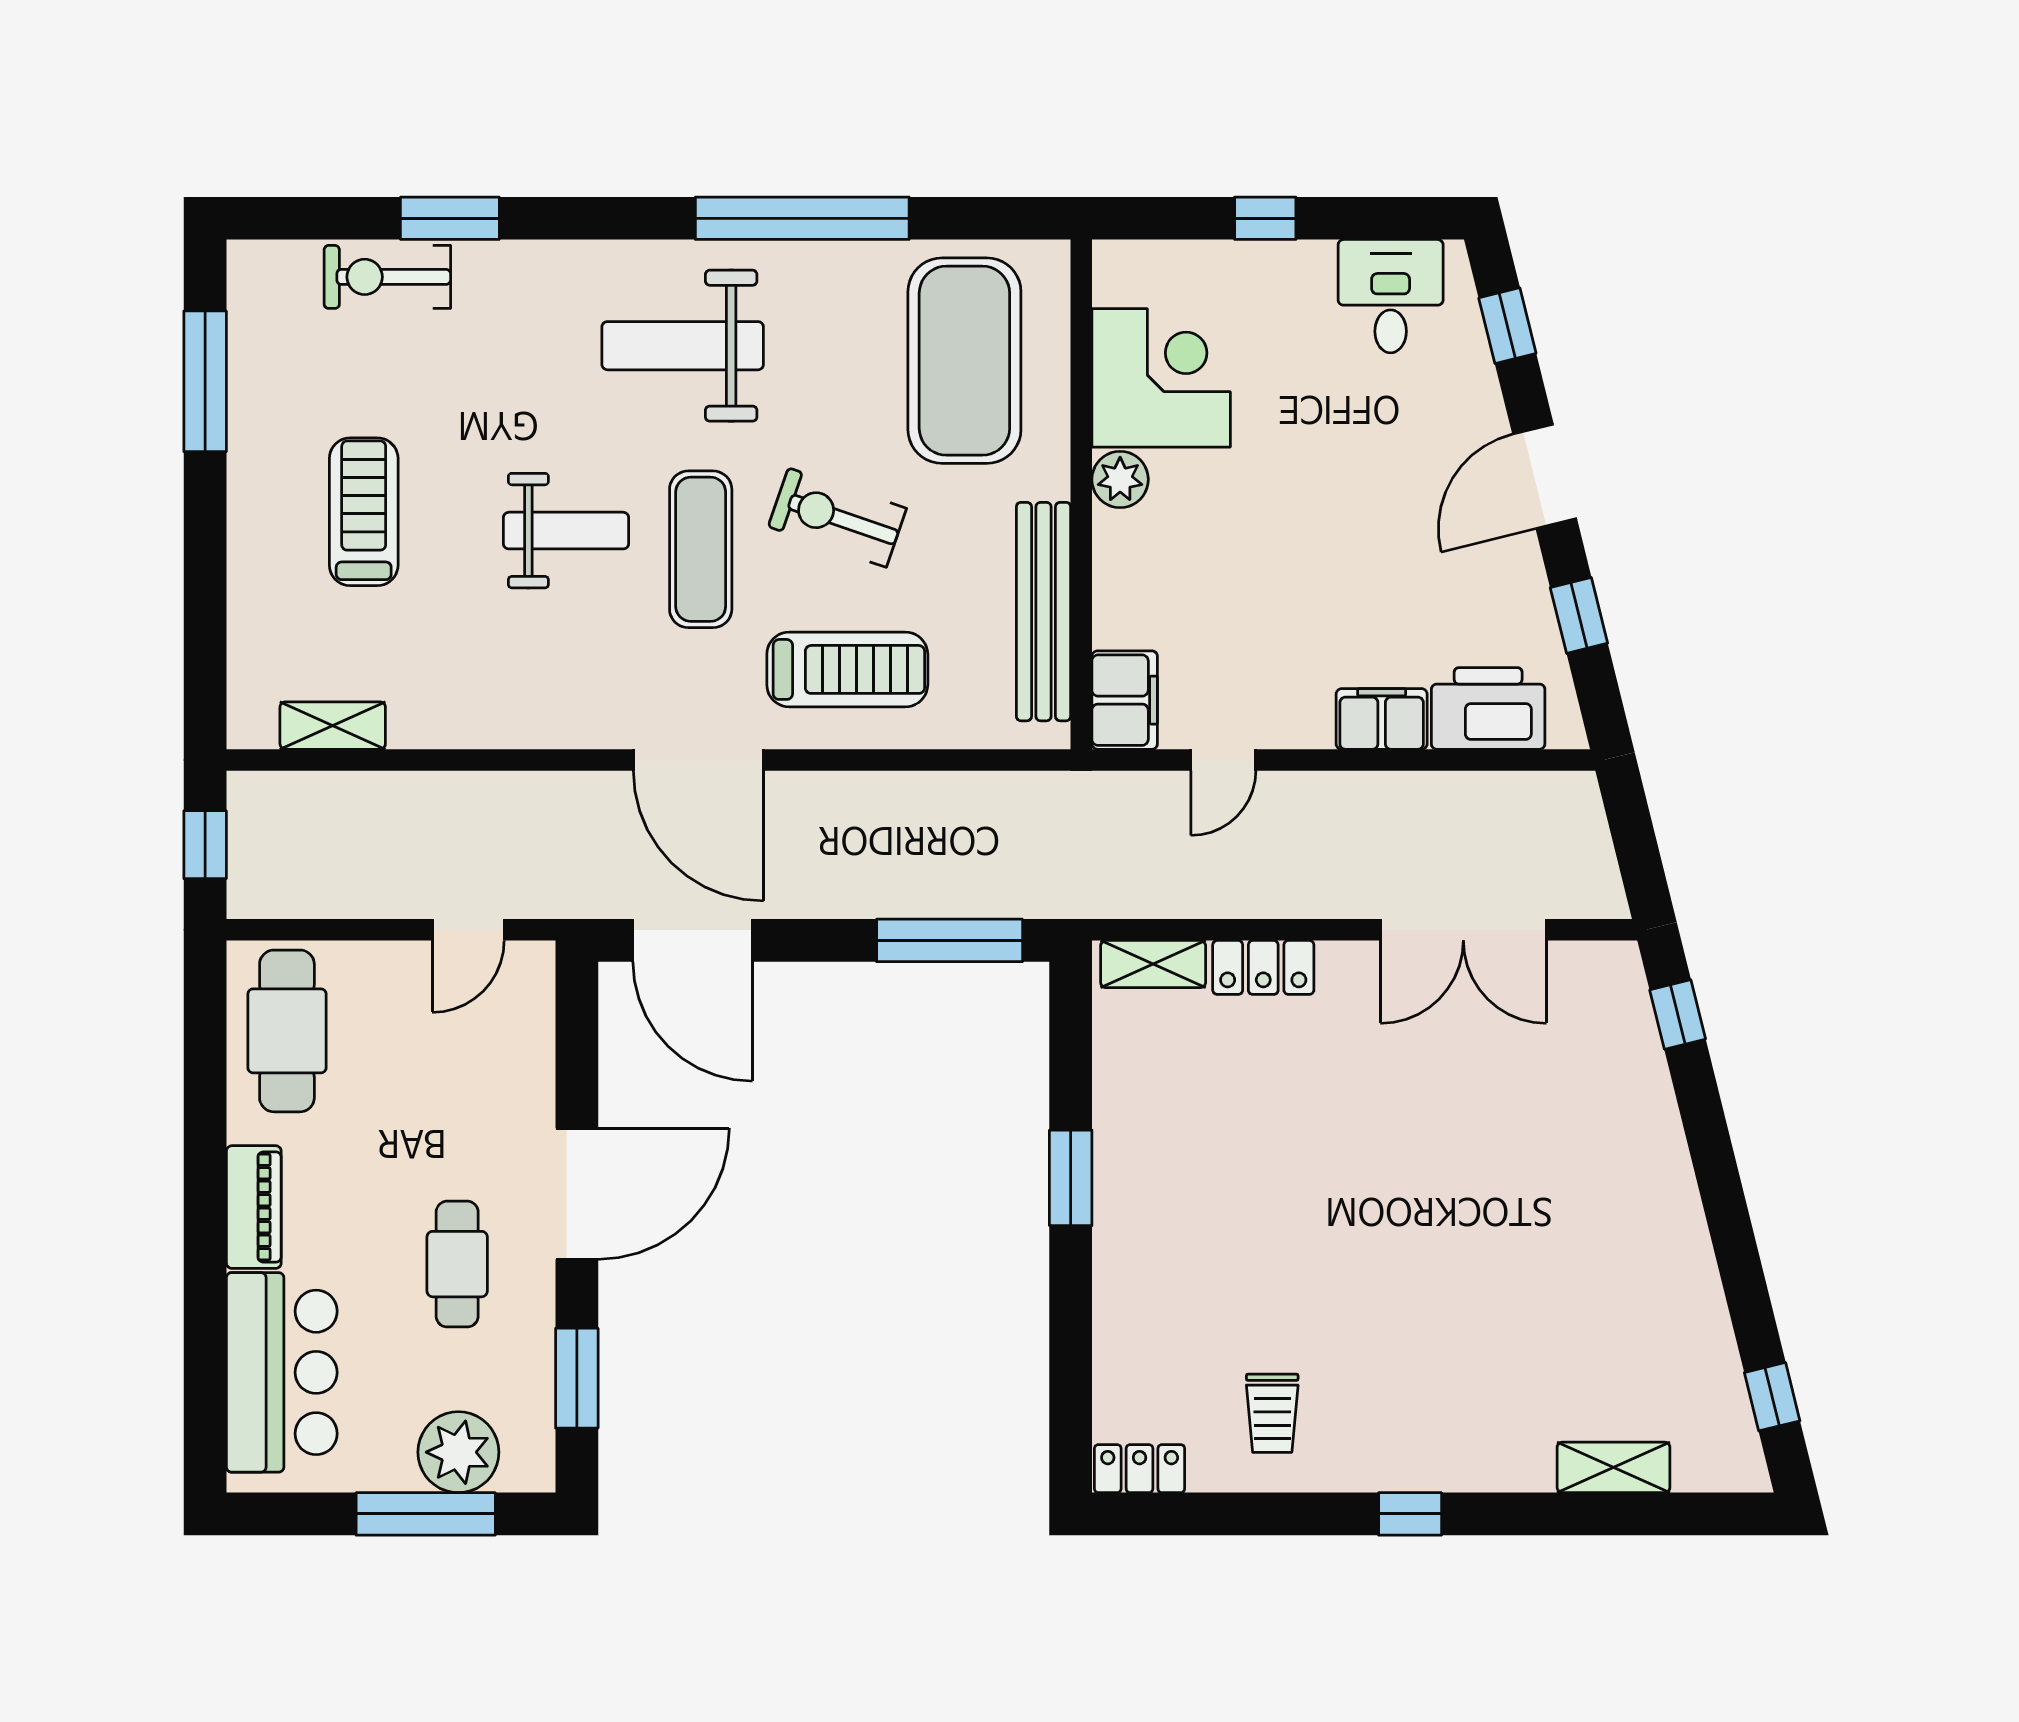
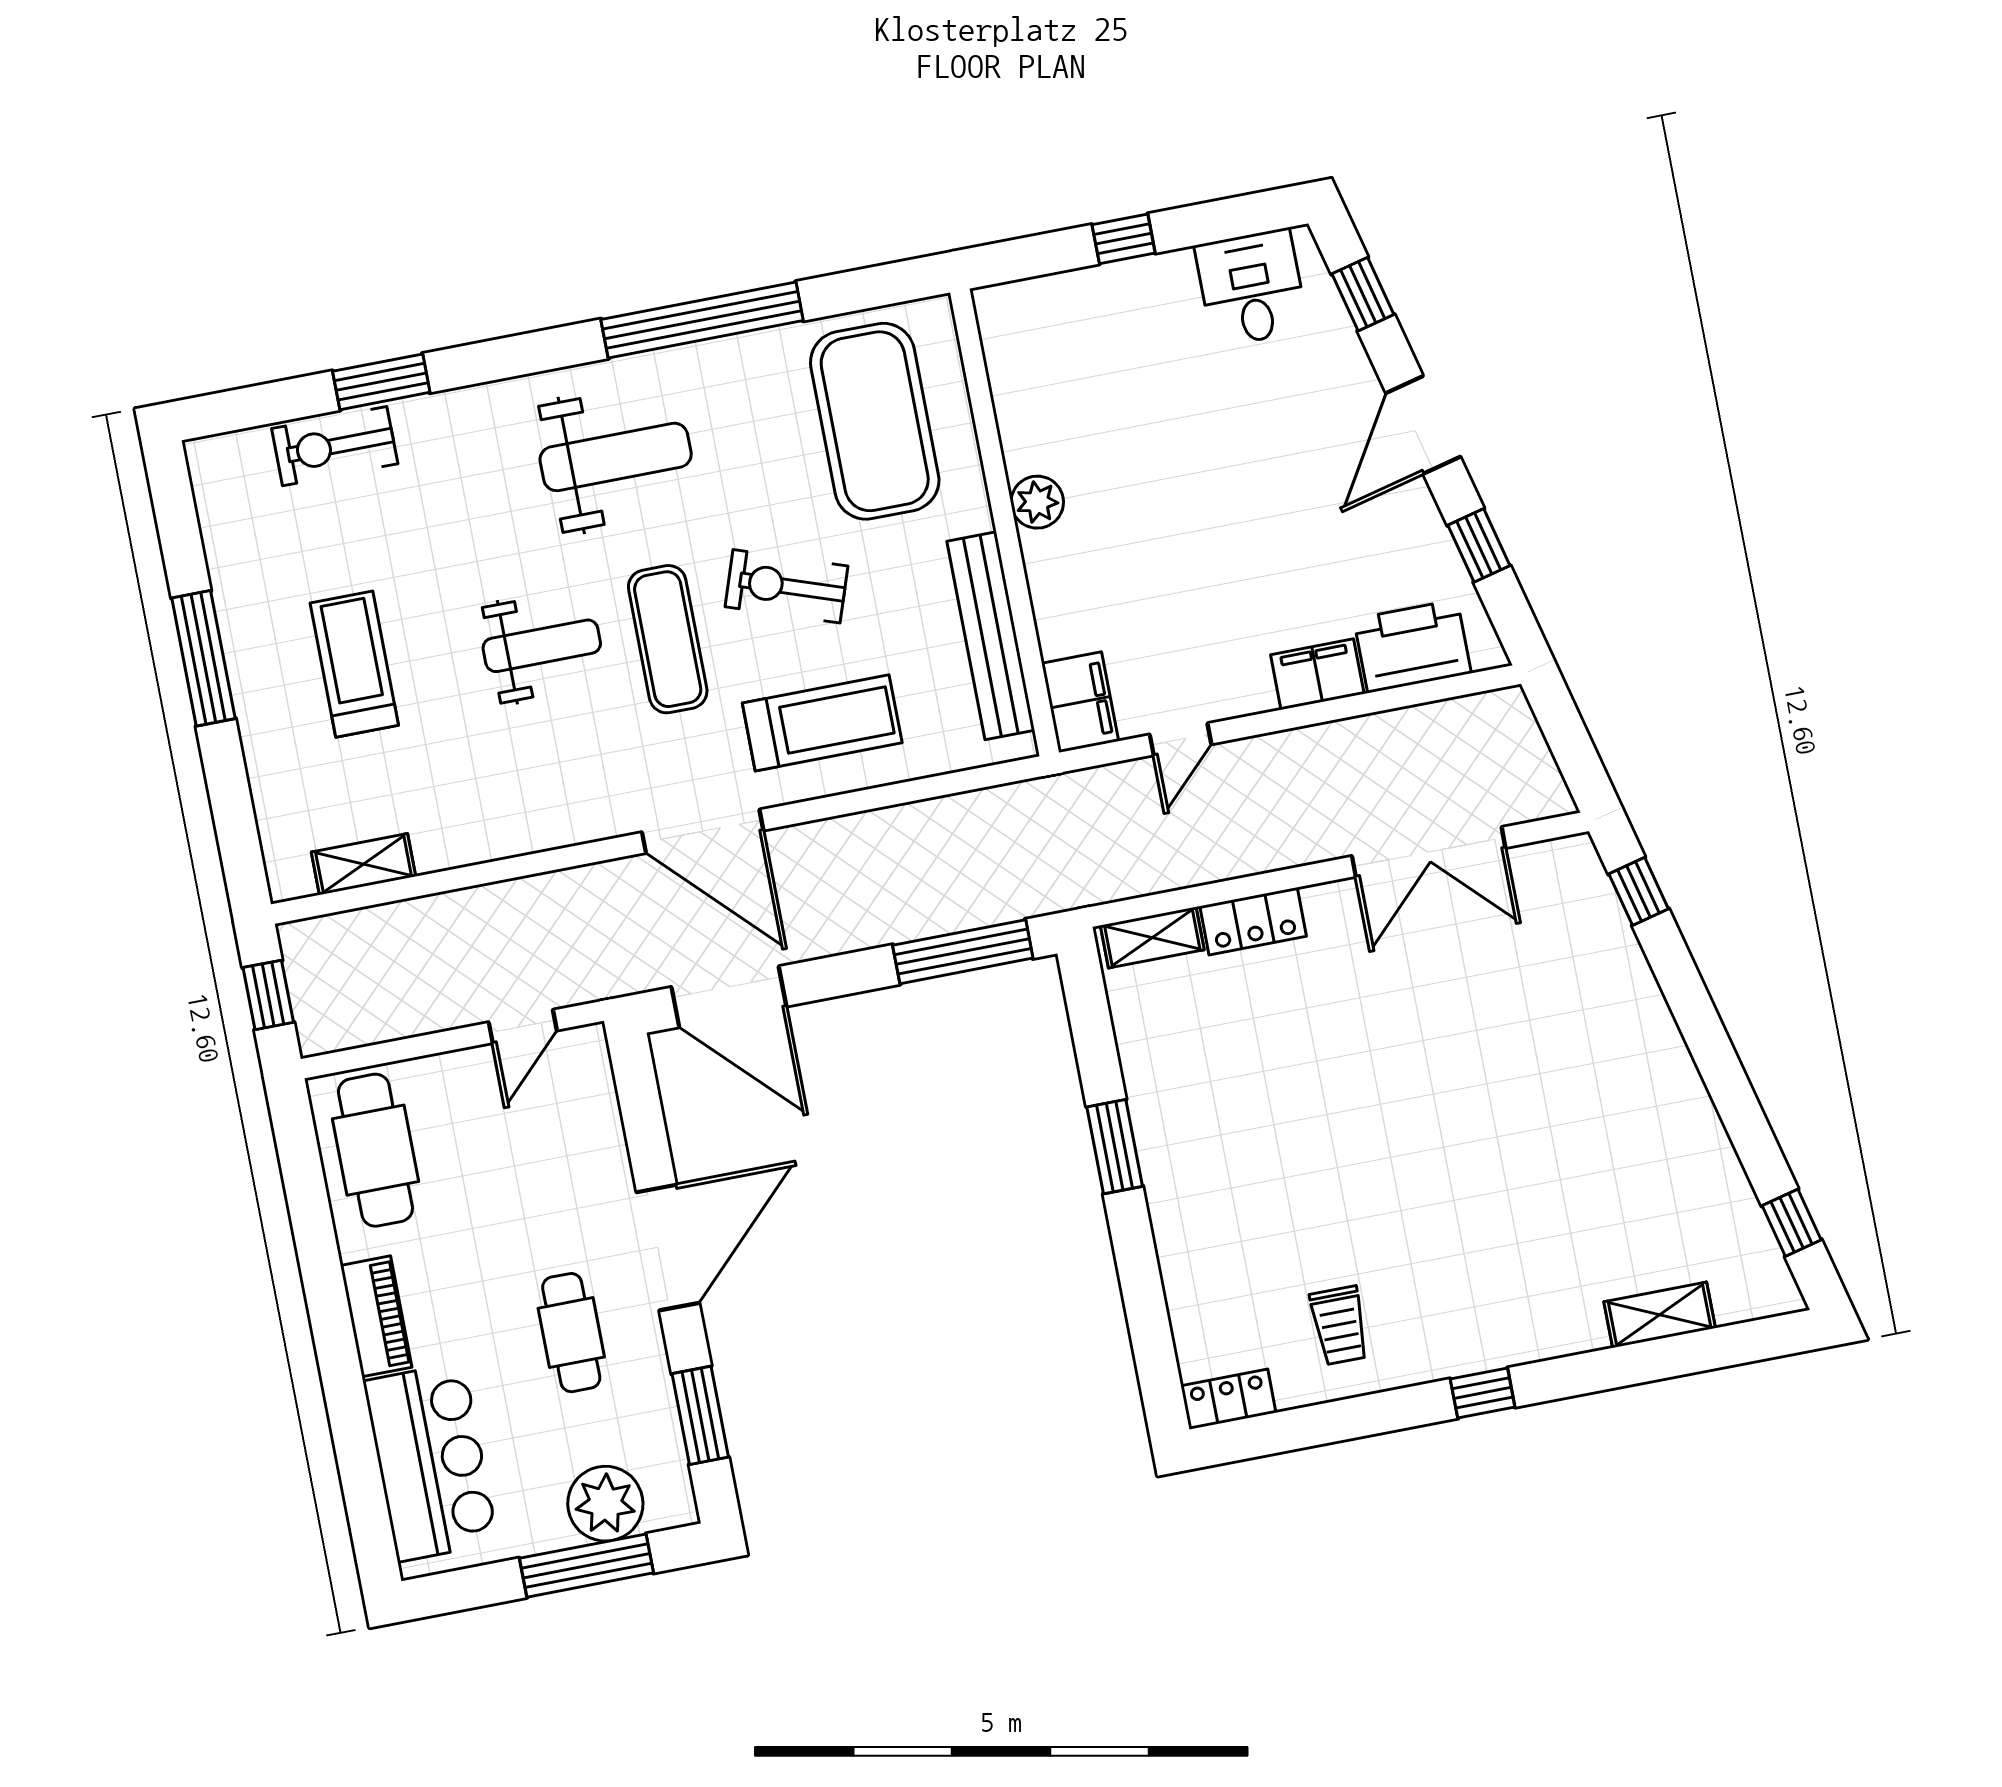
weight bench: (683, 346) -> (616, 457), turned 180
corner desk: (1161, 378) -> (1057, 402), removed
window: (205, 381) -> (203, 658), moved

